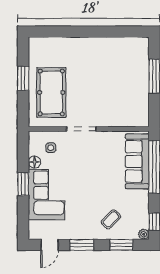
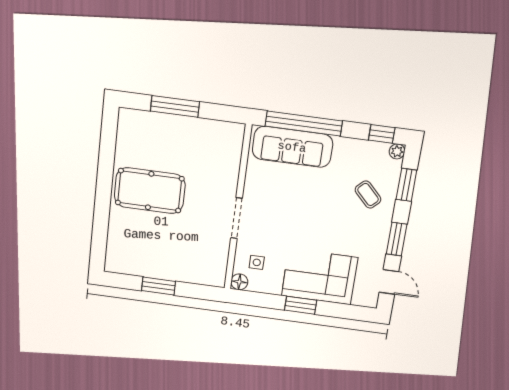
pool table: (51, 92) -> (150, 191), moved
floor lamp: (35, 162) -> (239, 282), moved

